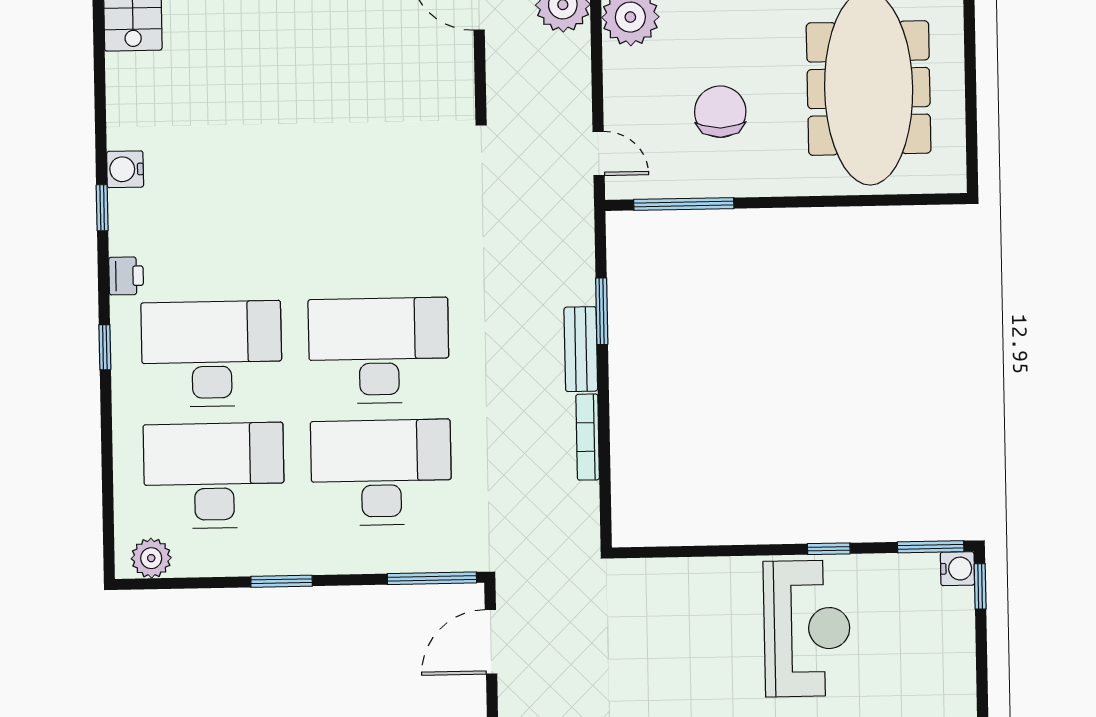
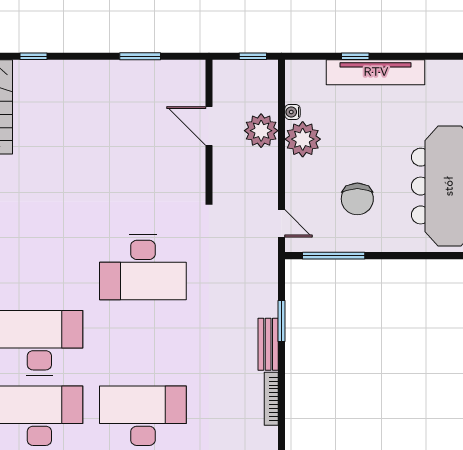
chair: (720, 112) -> (357, 199), turned 180
desk: (379, 351) -> (143, 267), moved, turned 180

